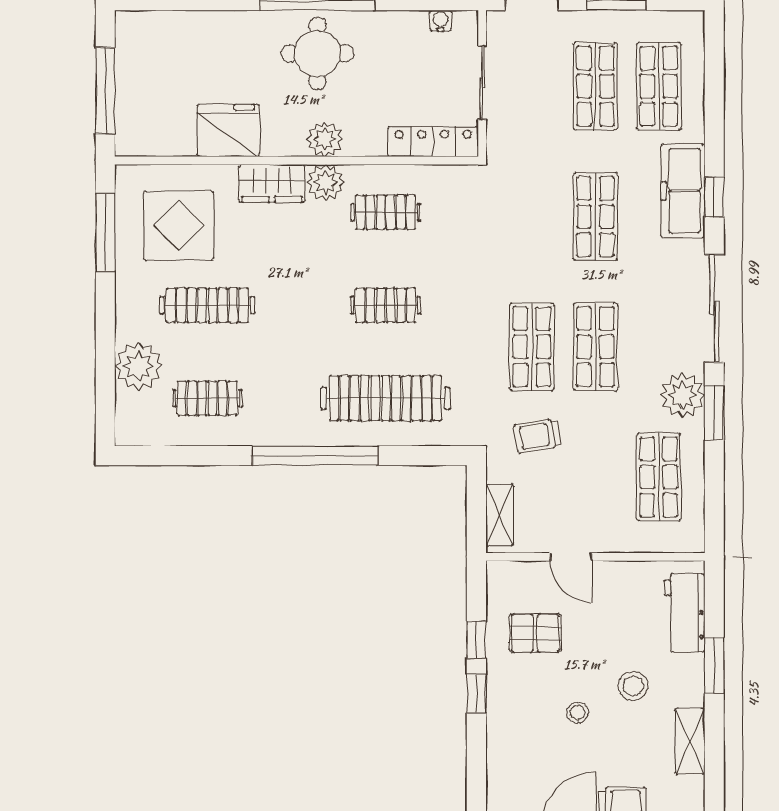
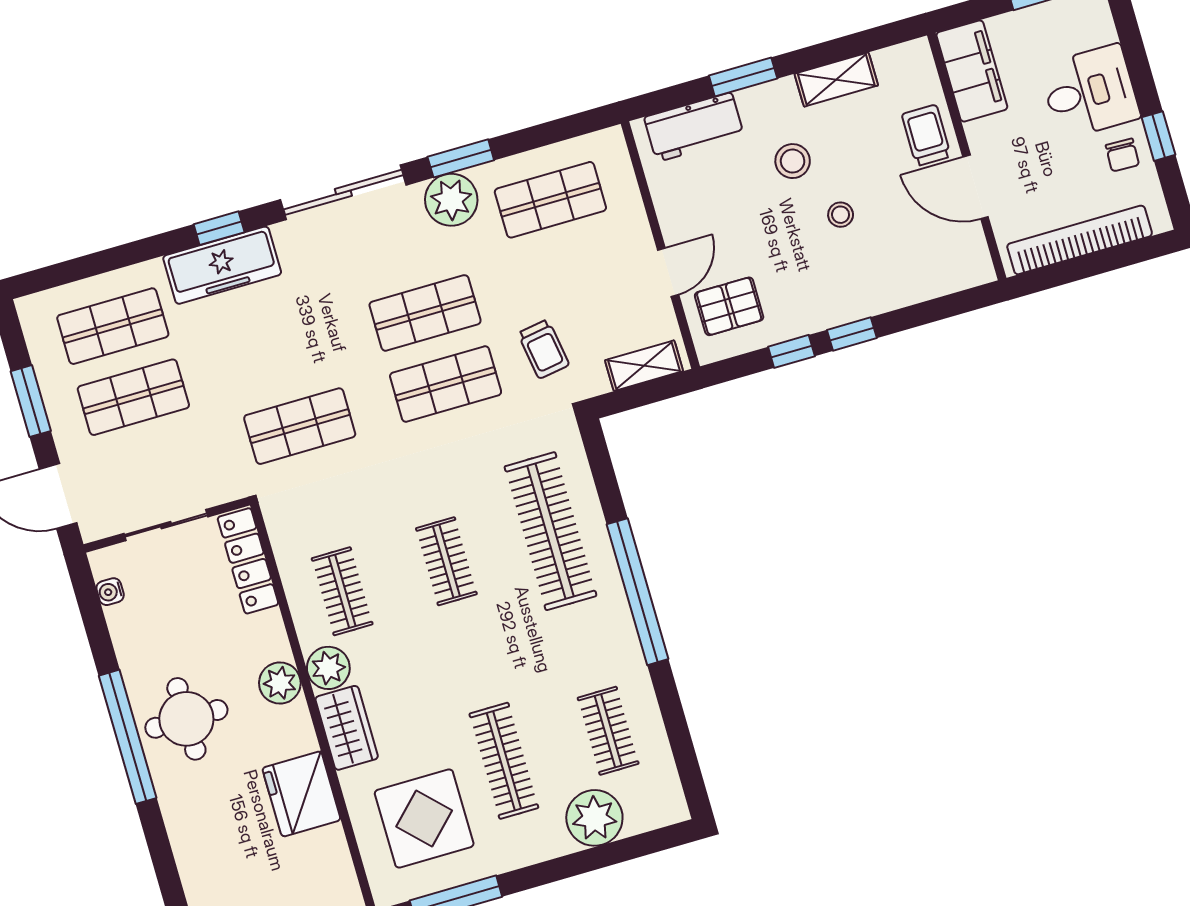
shop shelf: (595, 216) -> (300, 426), moved
pallet: (535, 633) -> (729, 306), moved, turned 90

